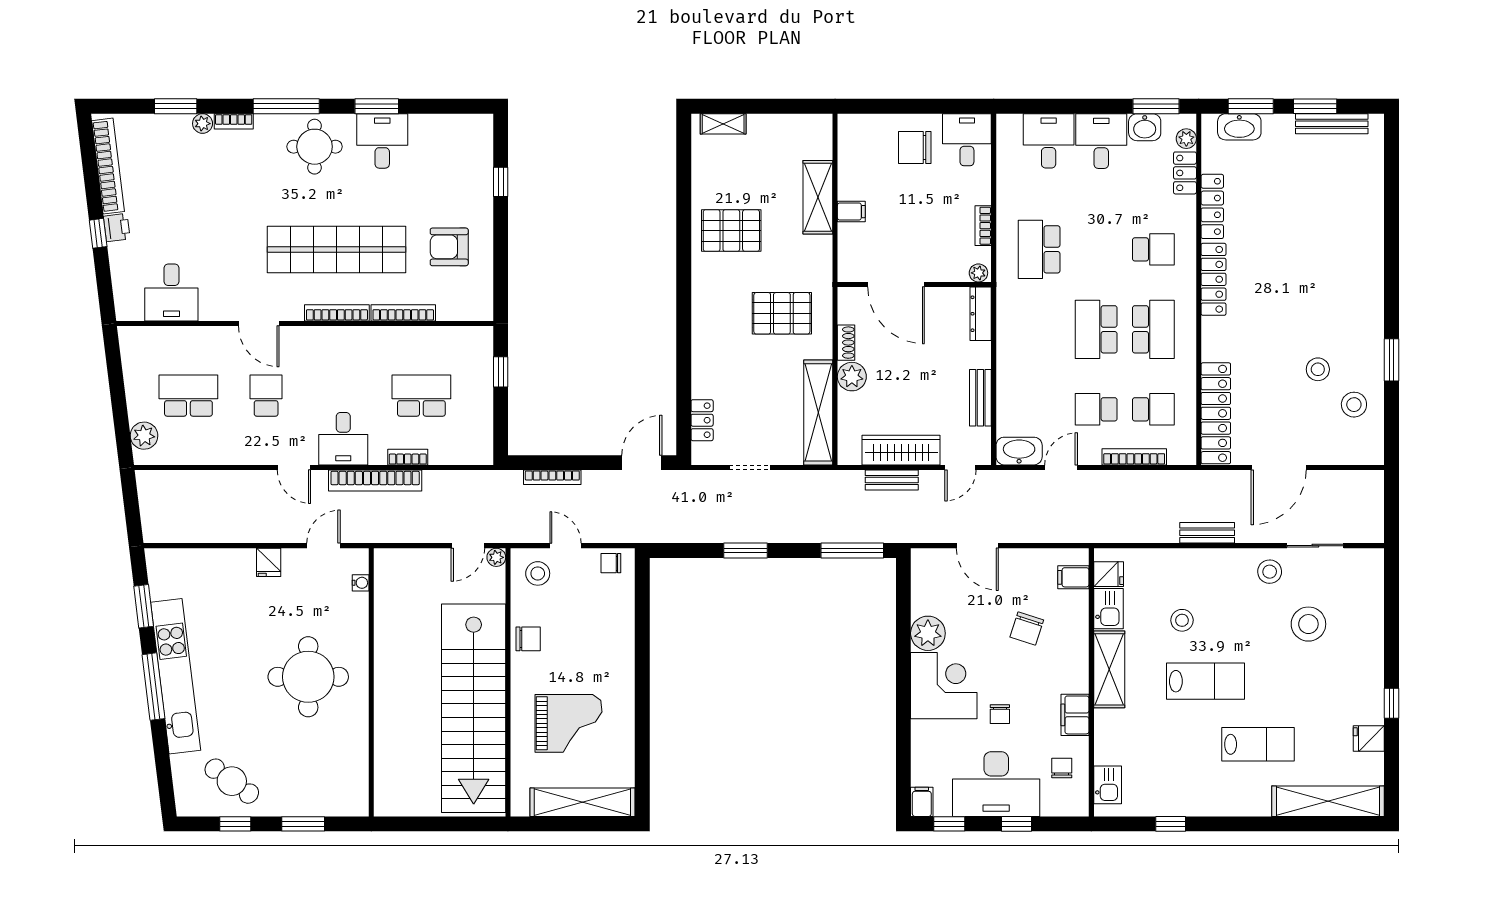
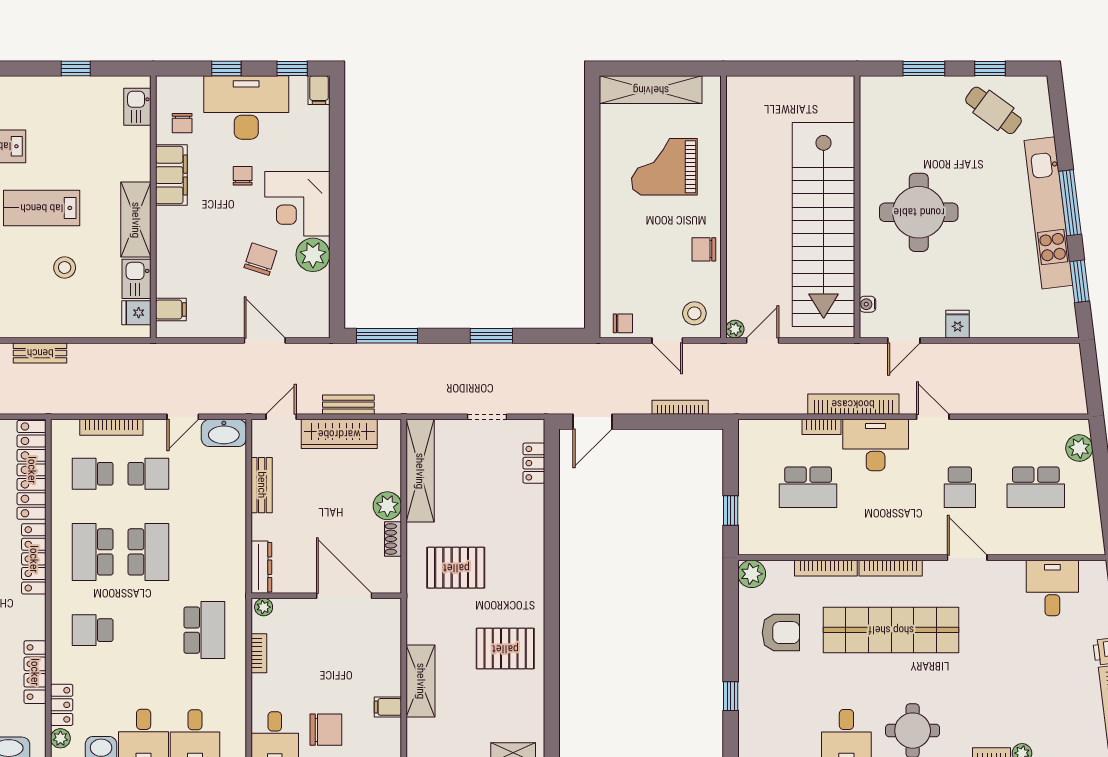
filing cabinet: (851, 212) -> (388, 707), moved
locker: (1213, 279) -> (34, 559), moved
plant: (479, 307) -> (752, 574), added
desk: (343, 439) -> (876, 445), width x1.37
chair: (1027, 629) -> (260, 259), moved
stairs: (474, 708) -> (824, 225), moved, turned 180
filing cabinet: (1075, 715) -> (171, 175), width x1.50, depth x1.17

